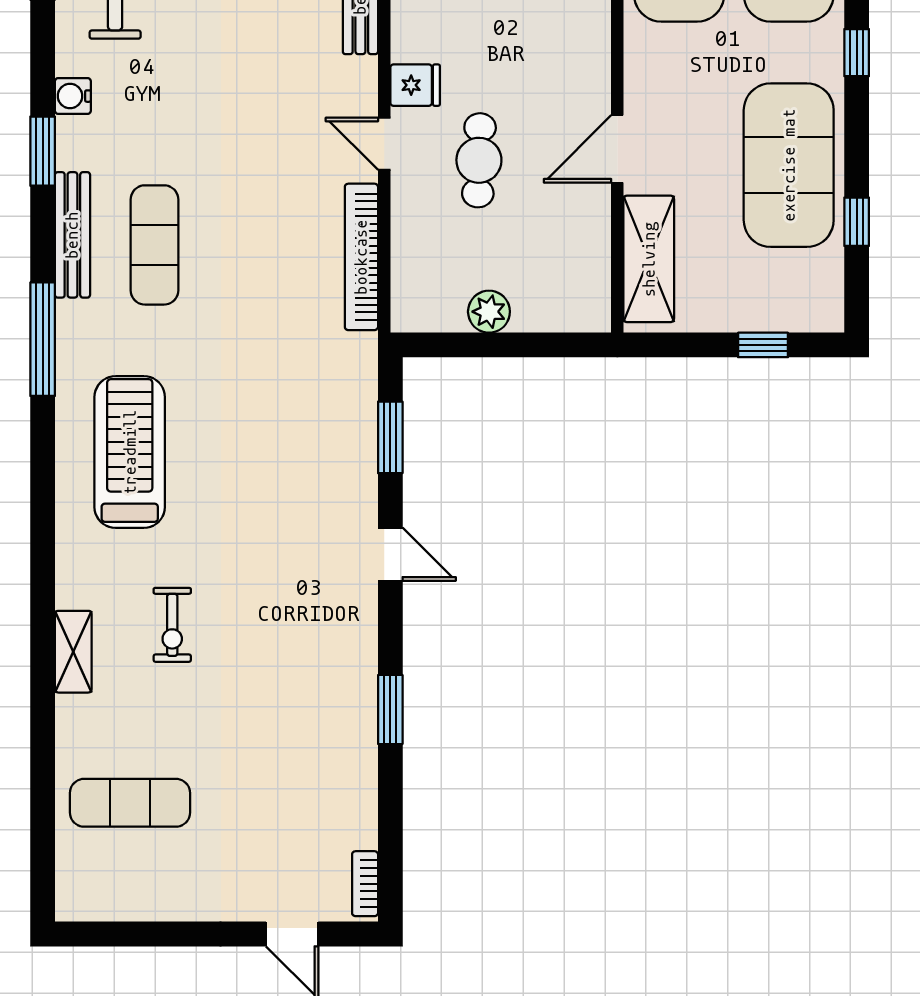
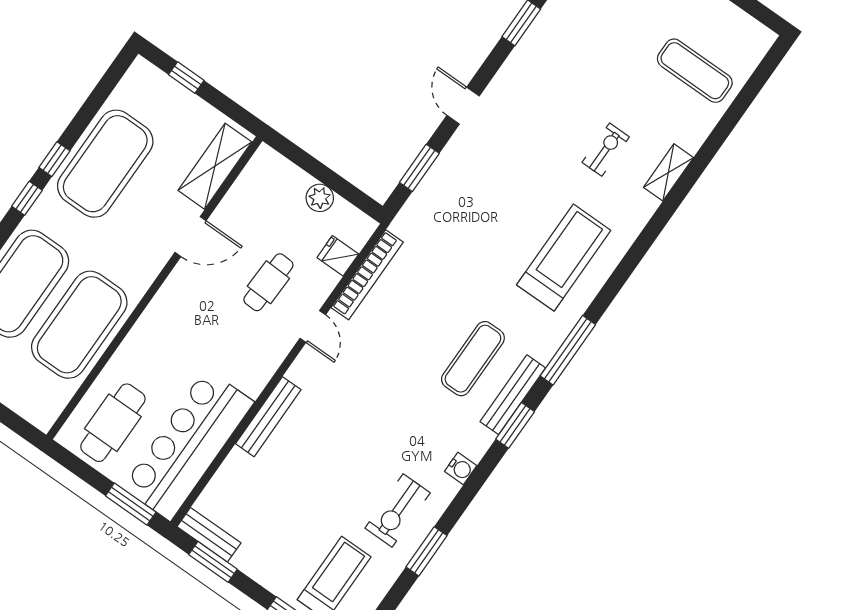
fridge: (415, 85) -> (338, 256), moved
window: (43, 151) -> (515, 425), moved
window: (857, 222) -> (54, 159), moved
treadmill: (130, 452) -> (564, 258), turned 180

